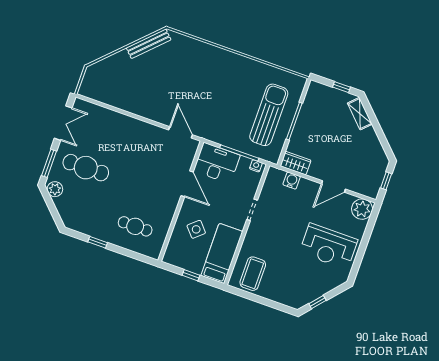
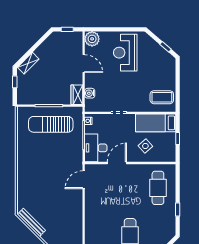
cafe table: (135, 226) -> (158, 188), width x1.37, depth x1.35
reception desk: (328, 246) -> (125, 53), turned 180

